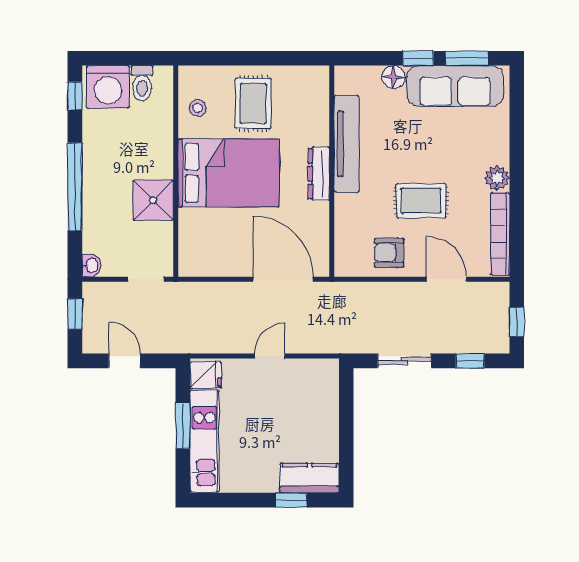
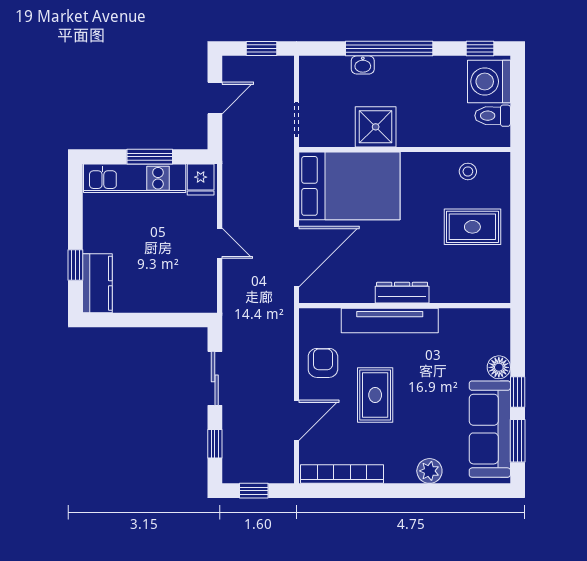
tv unit: (347, 144) -> (390, 320), moved
bed: (229, 173) -> (349, 186), moved, turned -90
plant: (497, 178) -> (429, 471), moved
washbasin: (91, 265) -> (363, 65), moved

